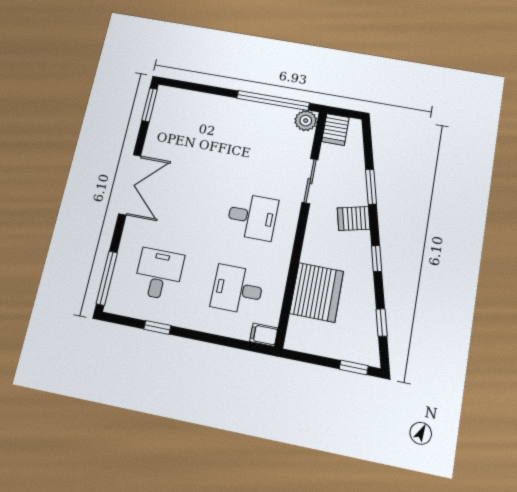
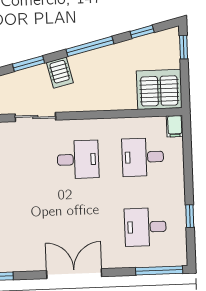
desk: (252, 217) -> (78, 159), turned 90
window: (377, 259) -> (90, 46), width x2.17
desk: (237, 289) -> (143, 157), turned 90
server rack: (317, 292) -> (159, 89), moved

